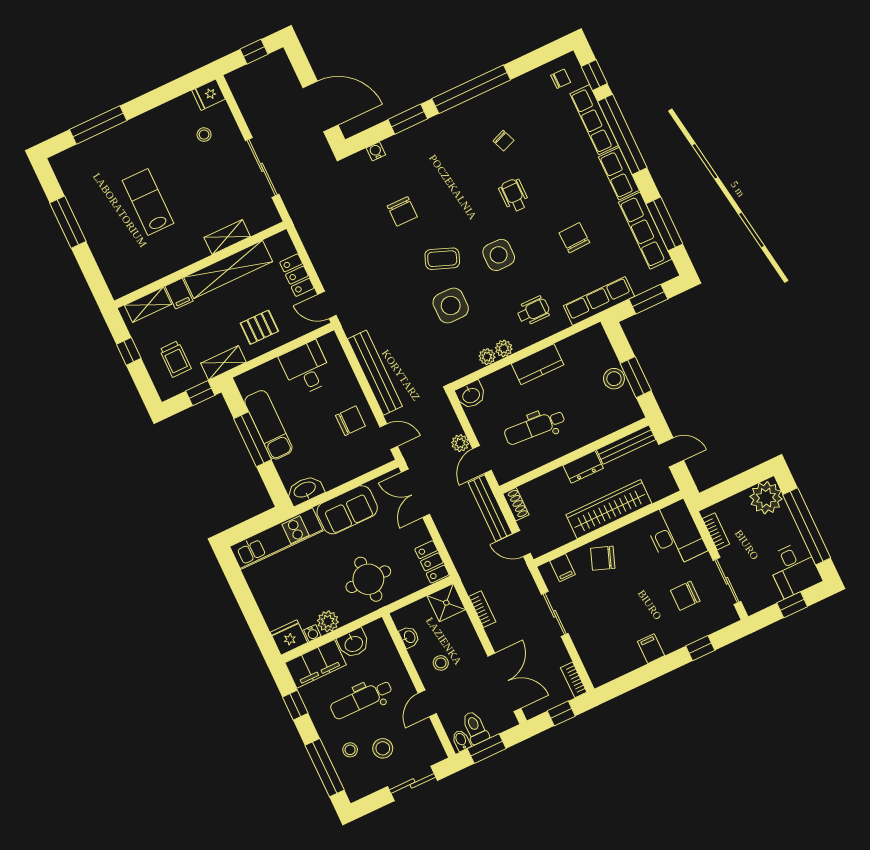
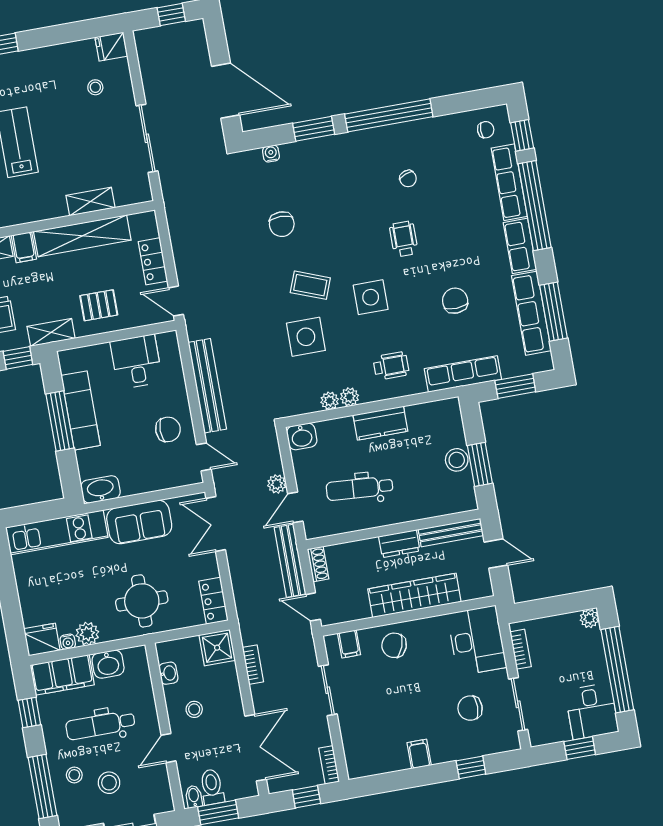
plant: (766, 498) -> (589, 618), width x0.53, depth x0.53

